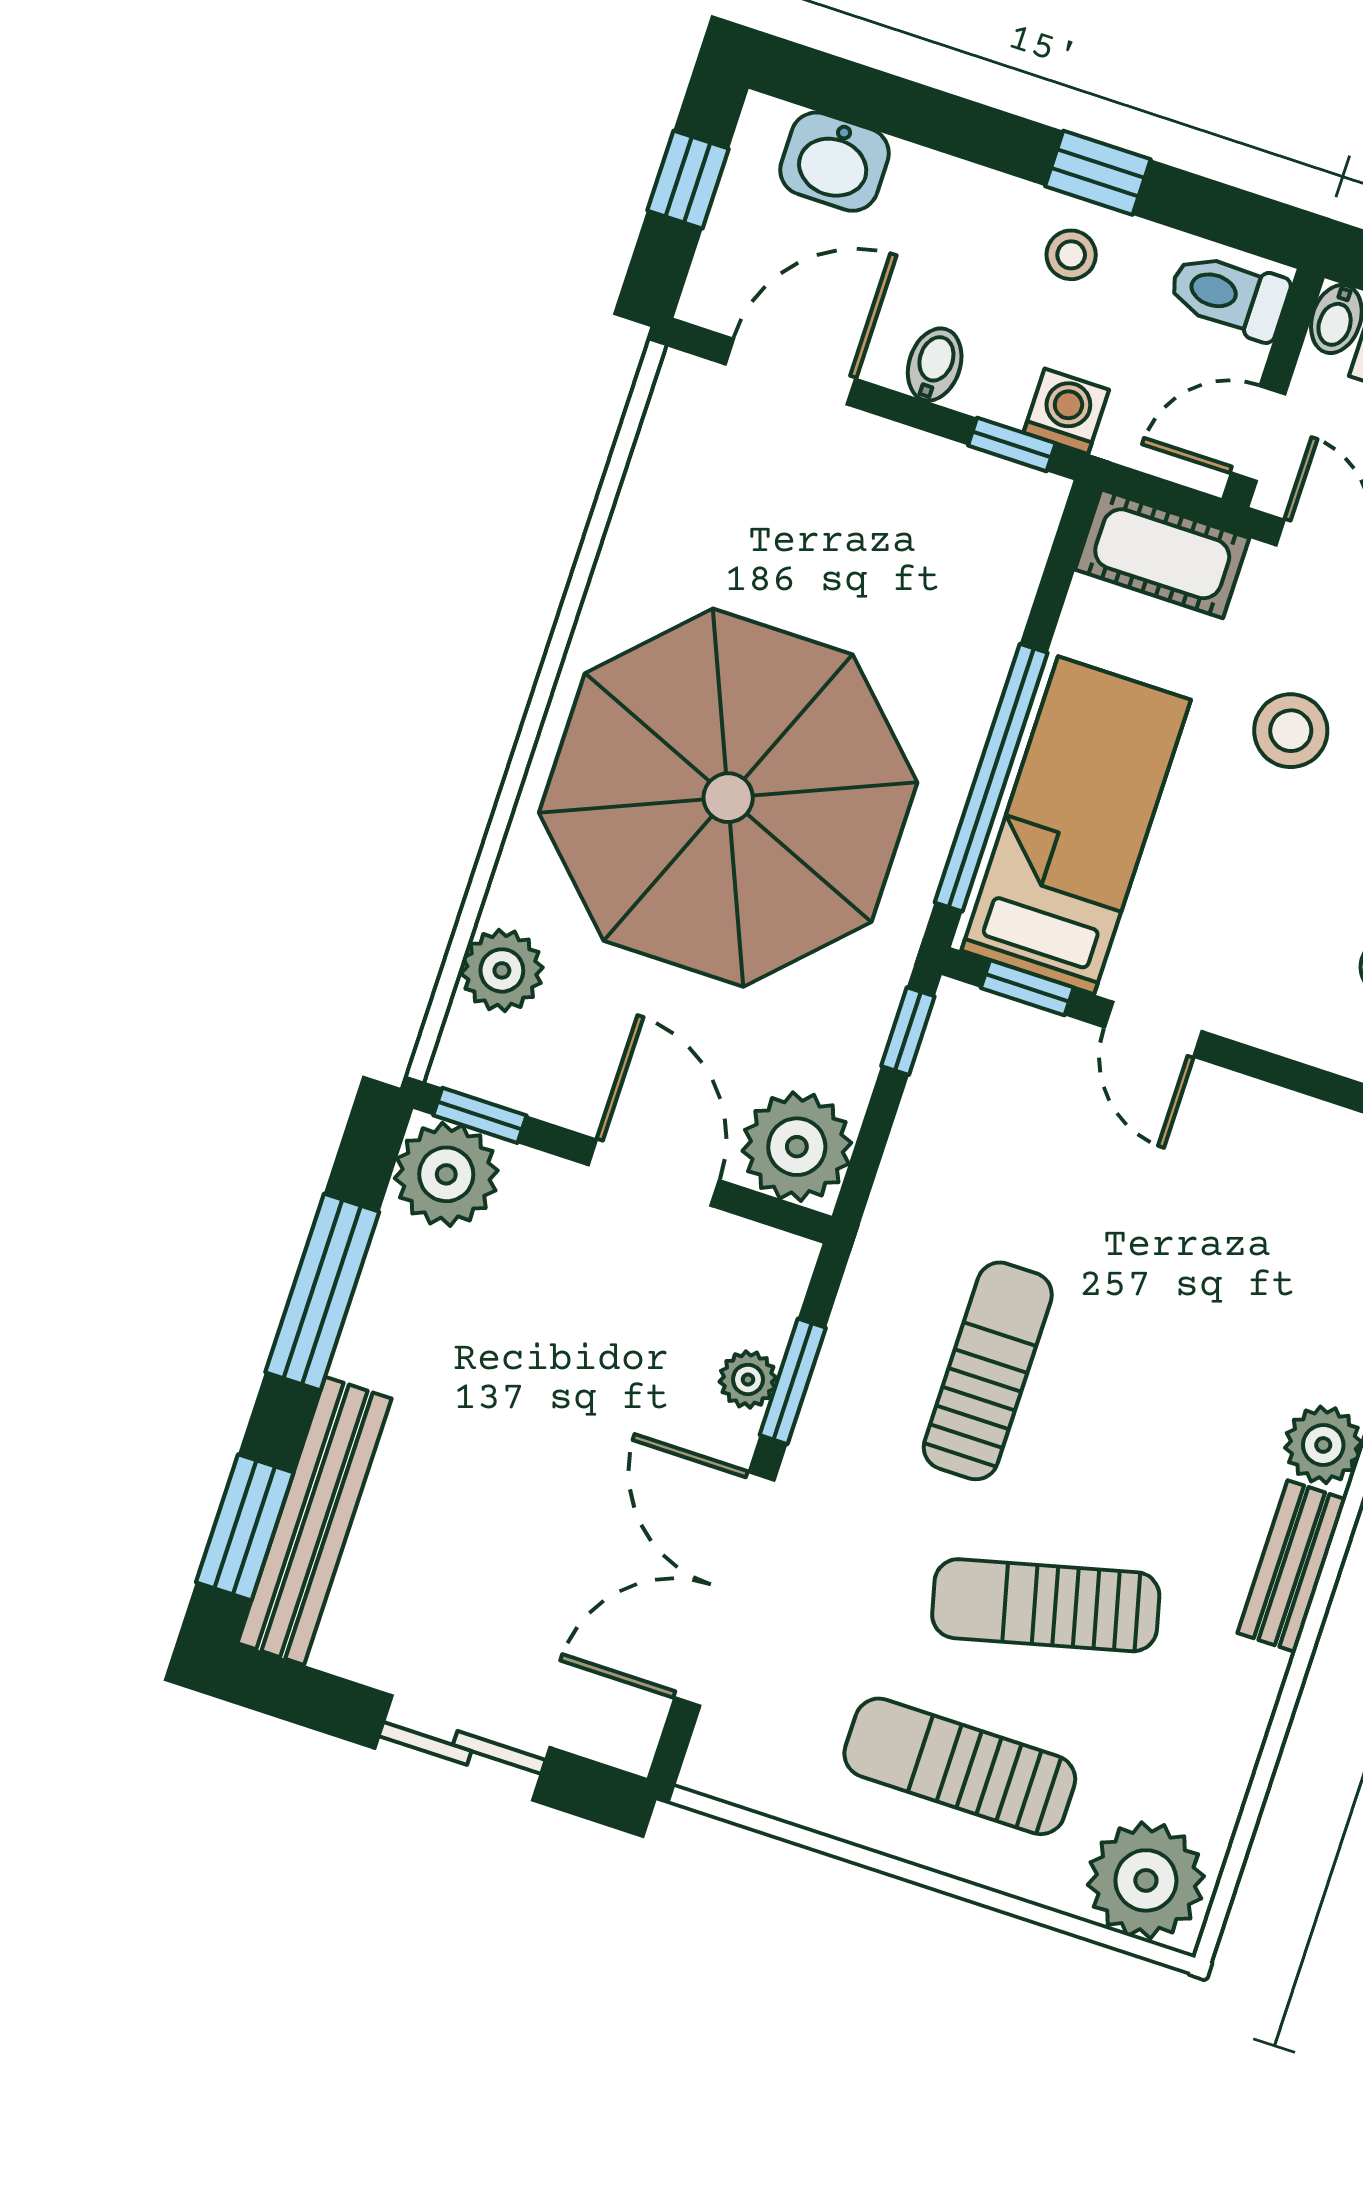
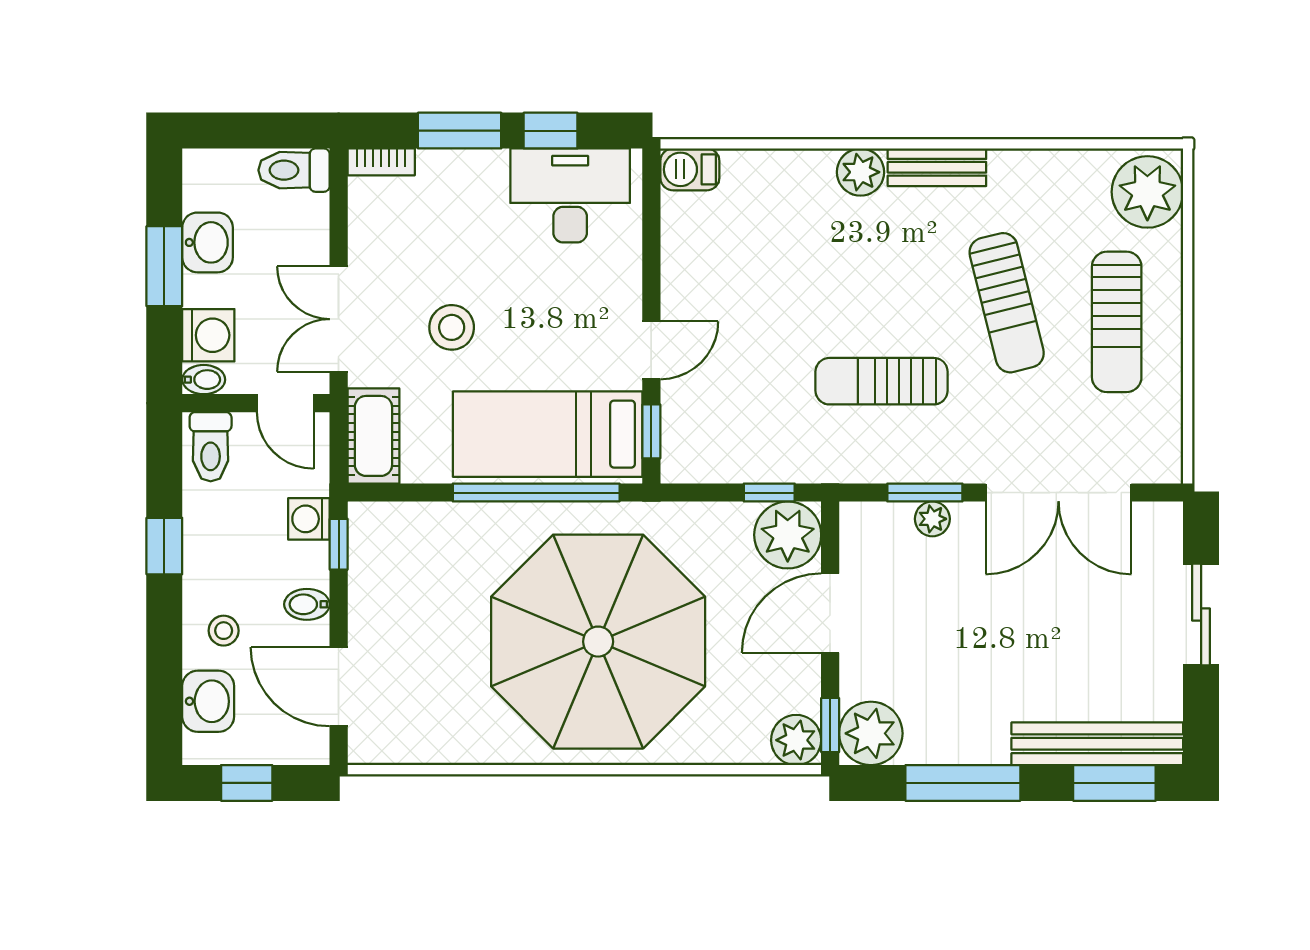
stool: (1071, 255) -> (224, 631), moved
plant: (502, 970) -> (796, 740), moved
window: (908, 1031) -> (769, 493), moved

